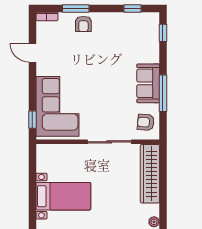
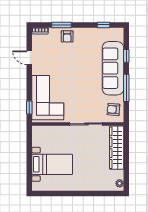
window: (163, 33) -> (126, 56), moved
sofa: (148, 83) -> (113, 68), width x1.85, depth x1.27

